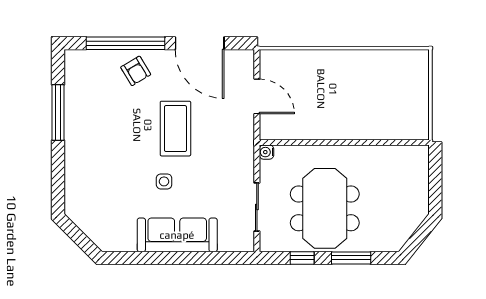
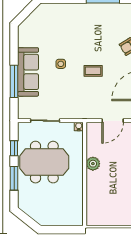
coffee table: (175, 129) -> (93, 71), width x0.54, depth x0.58
plant: (327, 129) -> (93, 164), added
window: (193, 258) -> (14, 81), added

